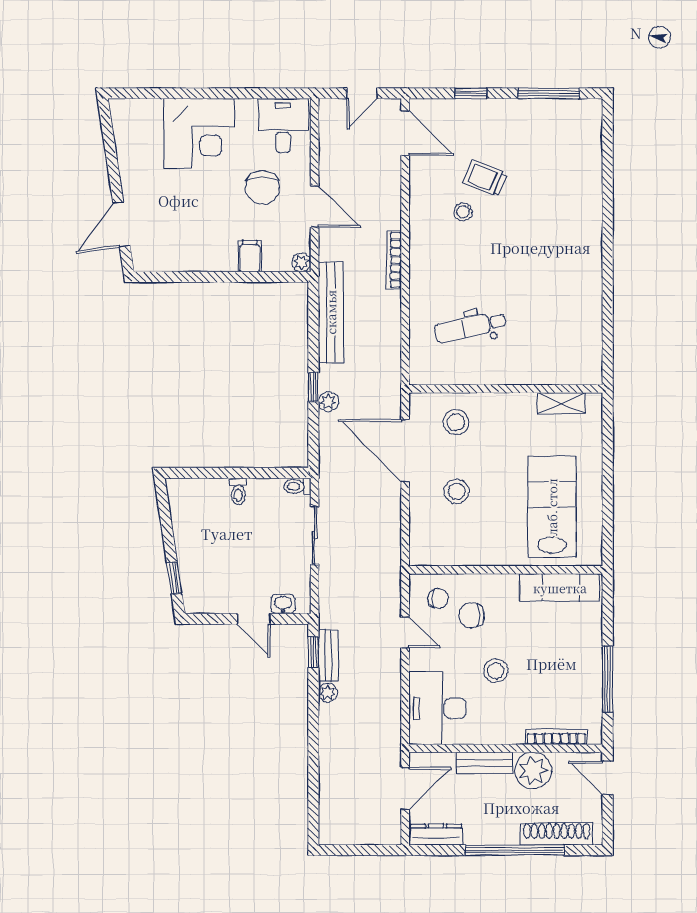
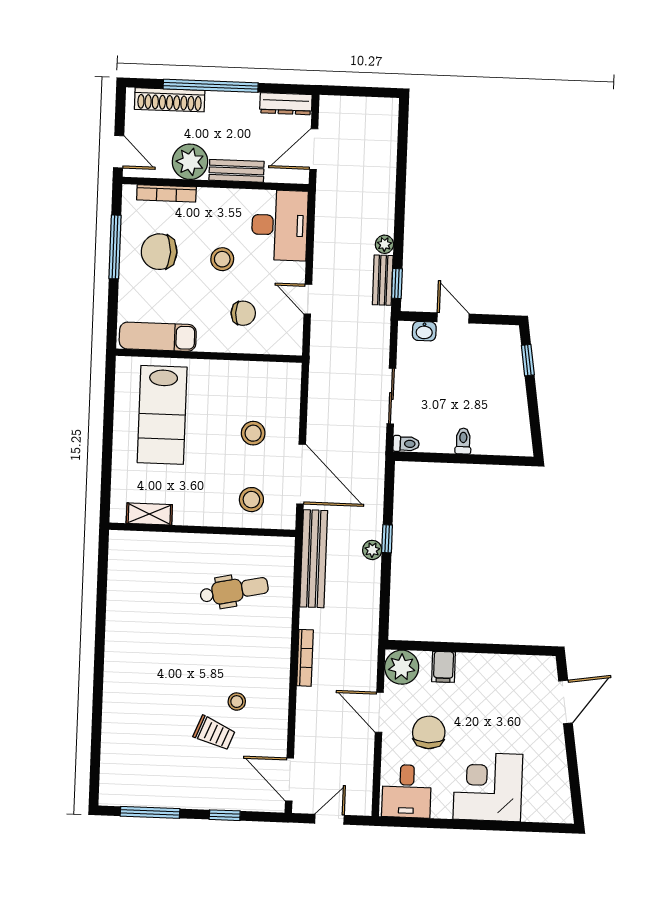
plant: (301, 262) -> (402, 667), width x1.87, depth x1.87
bench: (331, 312) -> (314, 559), moved
plant: (328, 402) -> (372, 550), moved
chair: (438, 598) -> (159, 252), moved, width x1.87, depth x1.87

